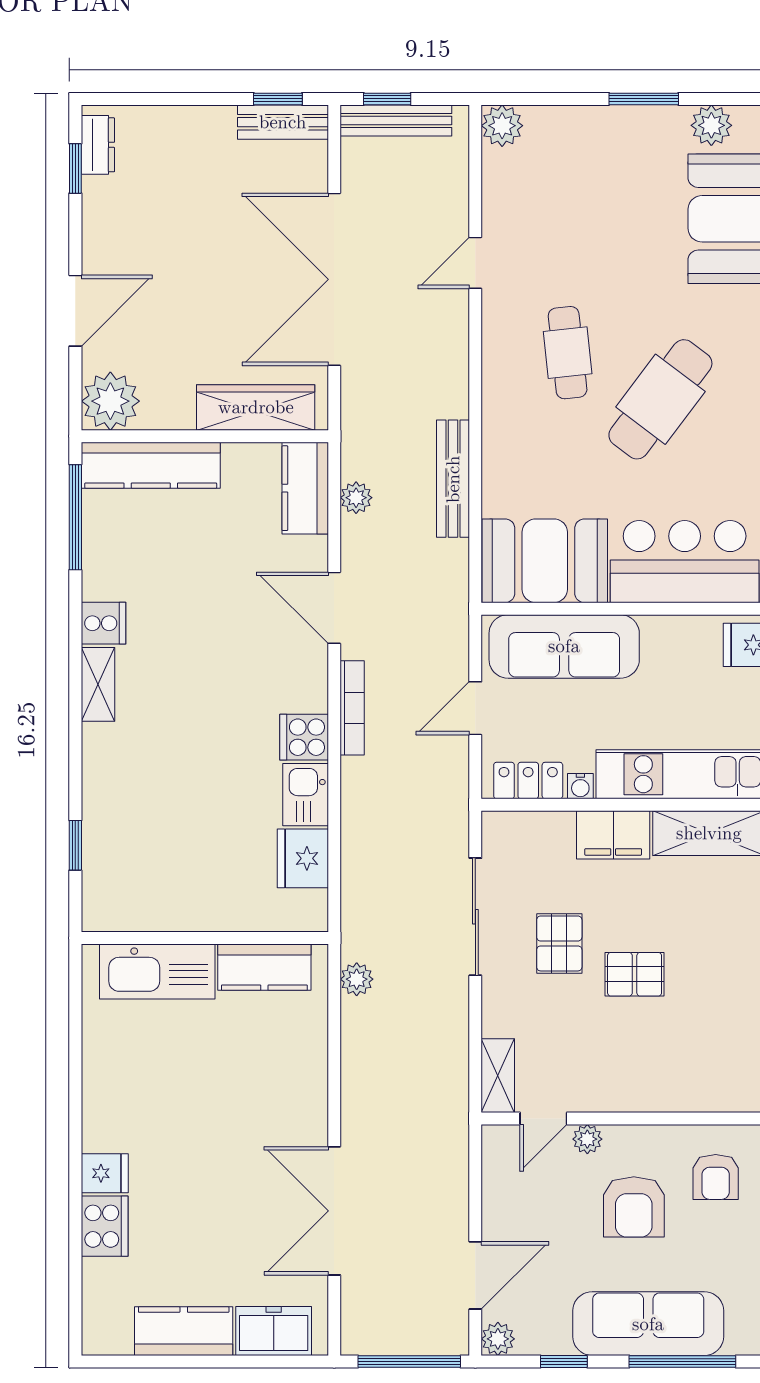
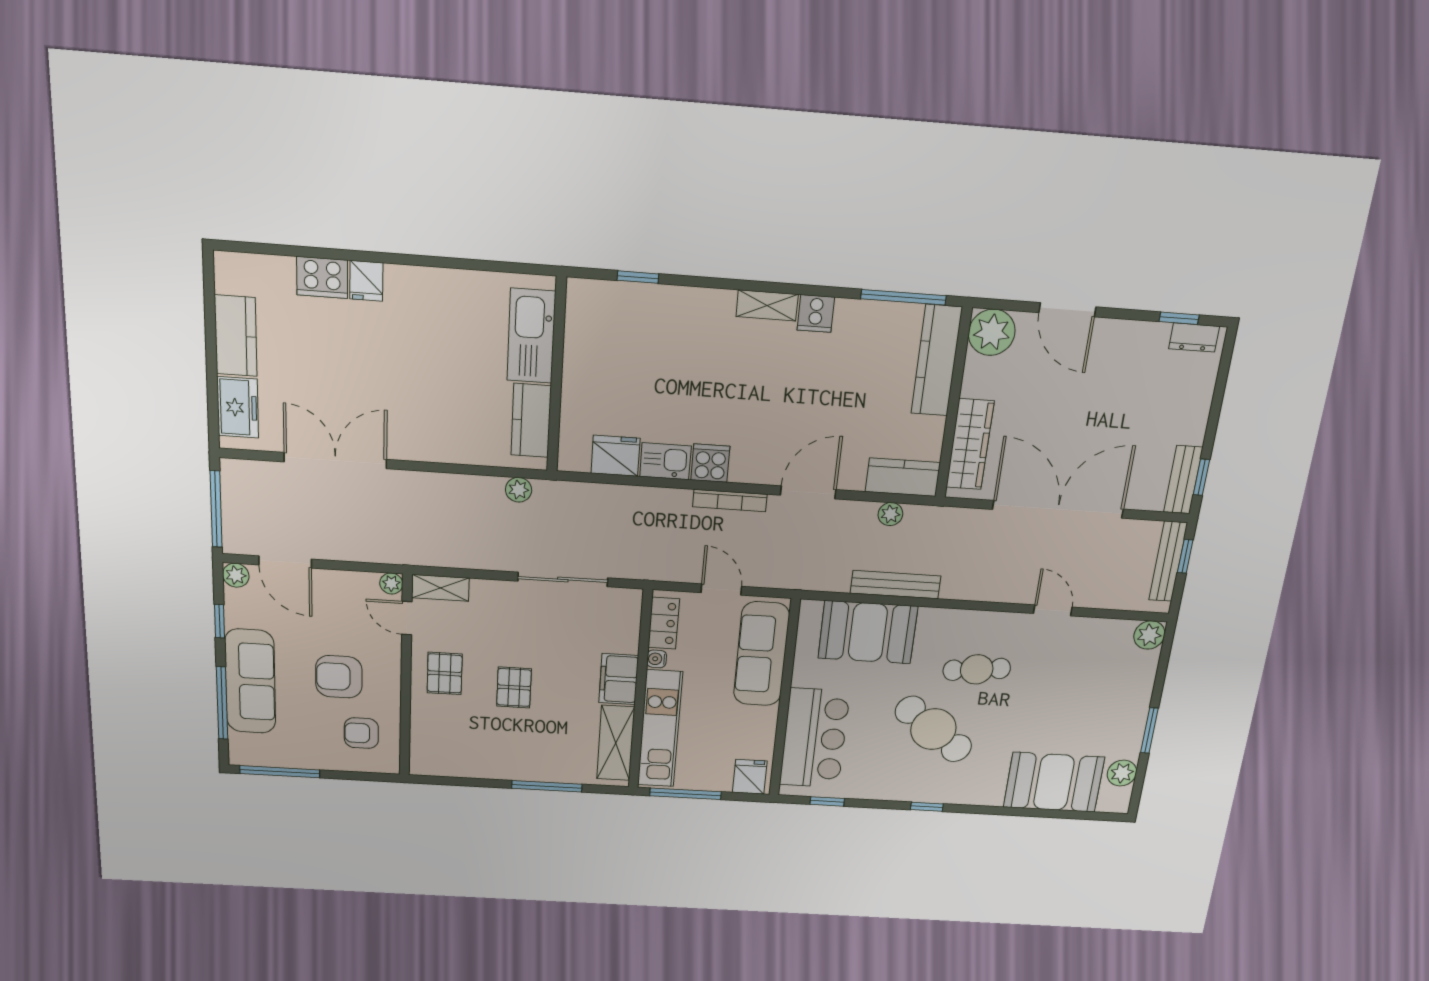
booth: (545, 561) -> (868, 632), moved, turned 90
pallet: (559, 943) -> (445, 673), moved, turned 90
plant: (587, 1139) -> (391, 584), moved

